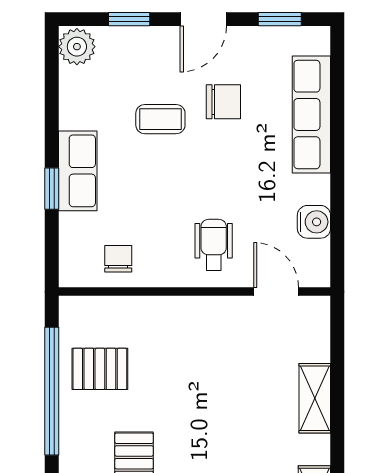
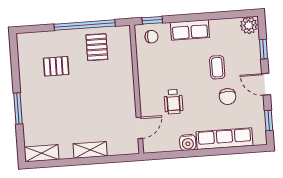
window: (52, 189) -> (152, 20), moved
water cooler: (314, 222) -> (188, 143), moved
wheelchair: (214, 245) -> (173, 102), moved, turned 90
chair: (118, 259) -> (151, 37), moved

